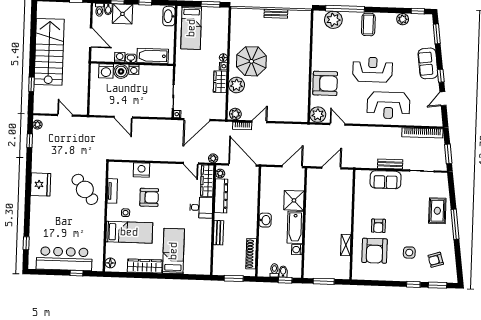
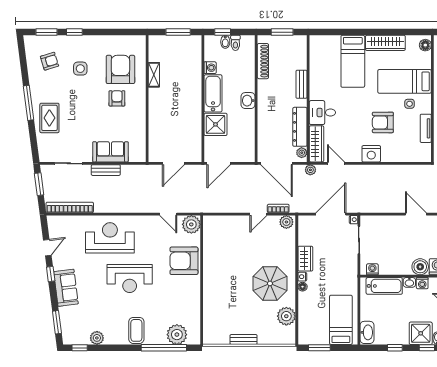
washing machine: (134, 70) -> (372, 269), moved
plant: (236, 85) -> (286, 316), moved
nightstand: (141, 170) -> (371, 154), moved

